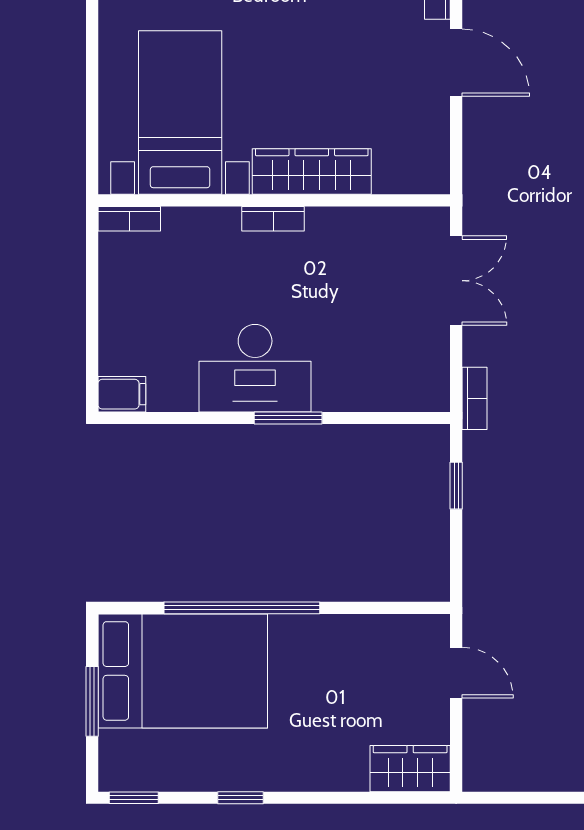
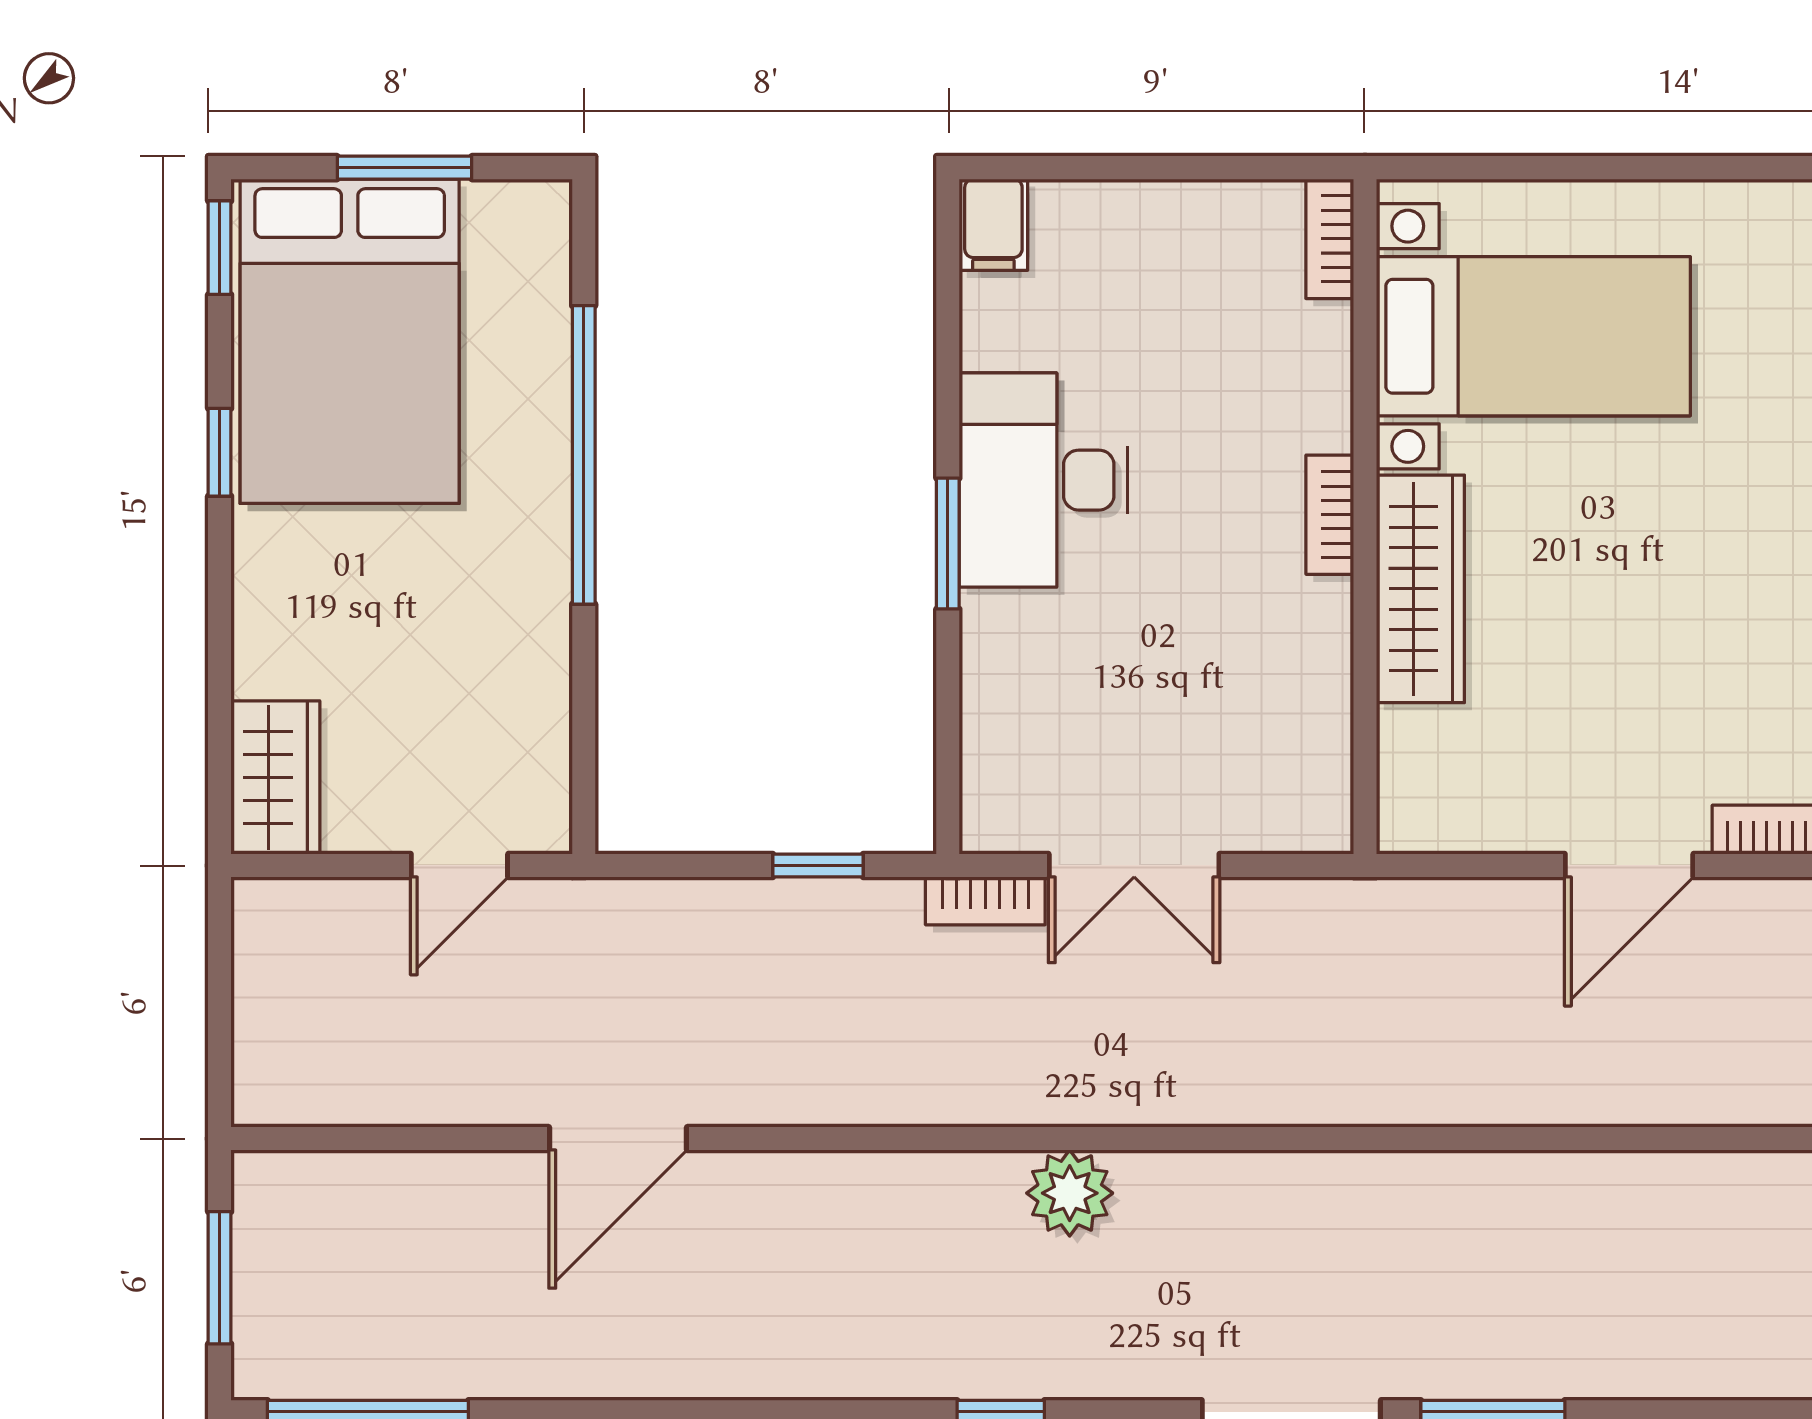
double door: (456, 281) -> (1134, 865), moved
bed: (183, 671) -> (350, 341), moved

